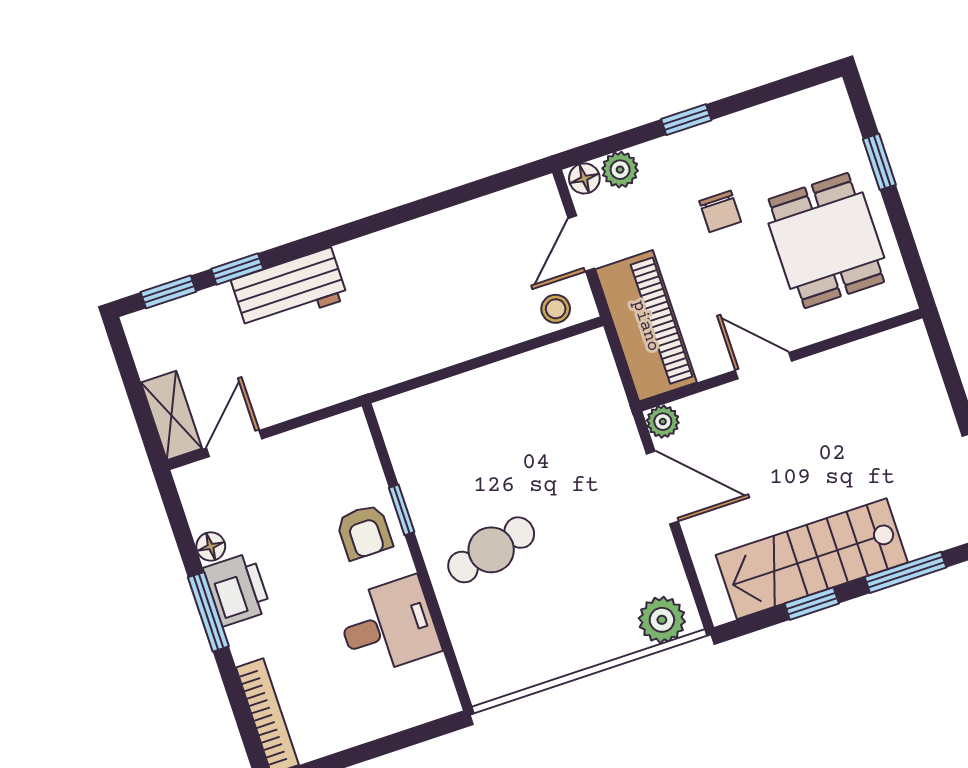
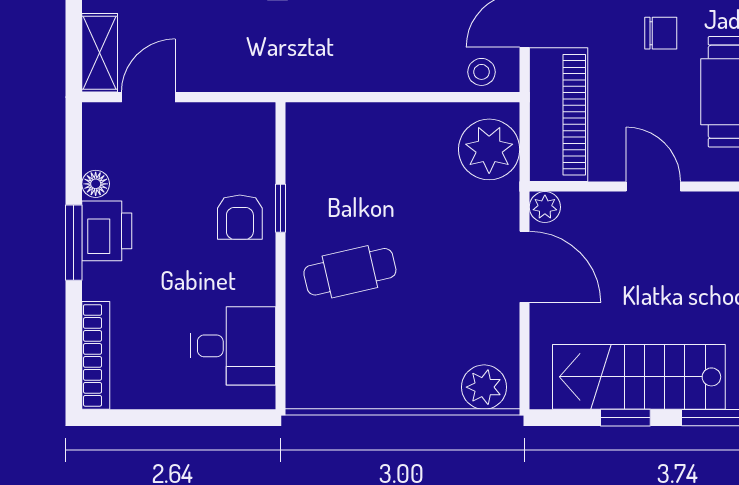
chair: (720, 211) -> (661, 33), turned -90
plant: (589, 383) -> (489, 149), added
desk: (388, 626) -> (233, 346), moved

